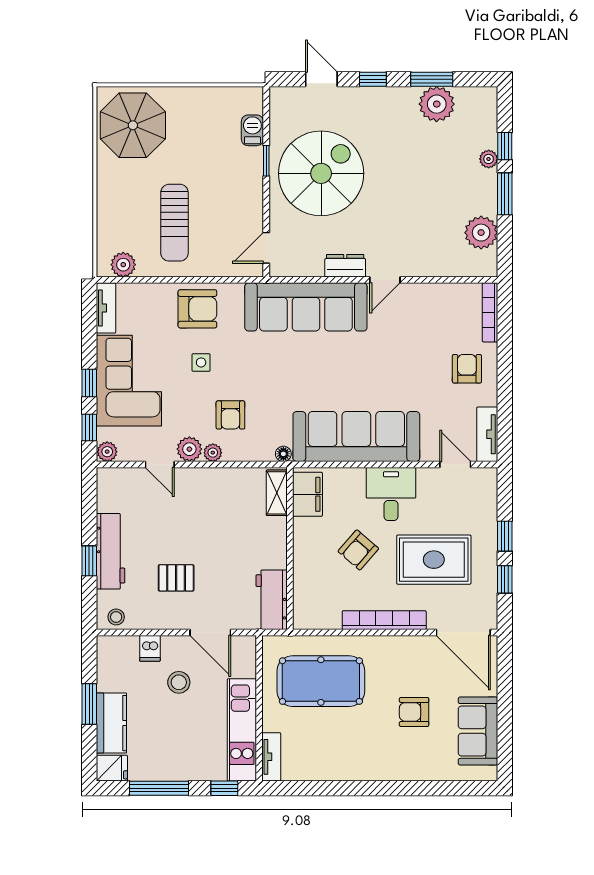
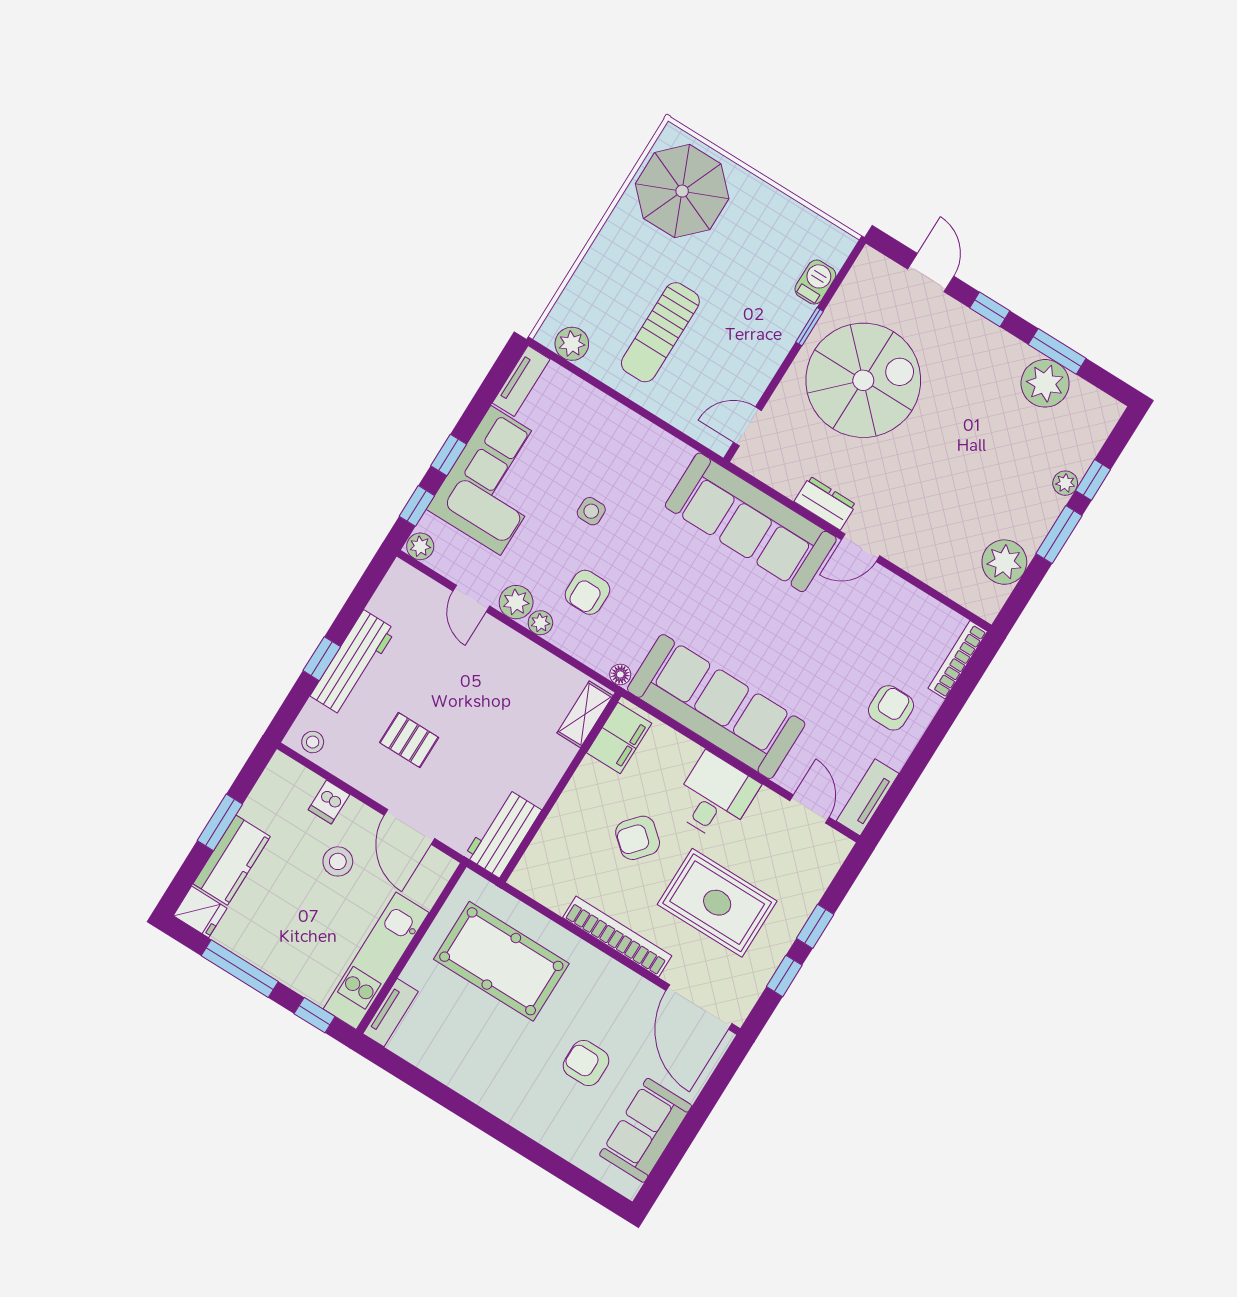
armchair: (197, 309) -> (625, 447), removed

